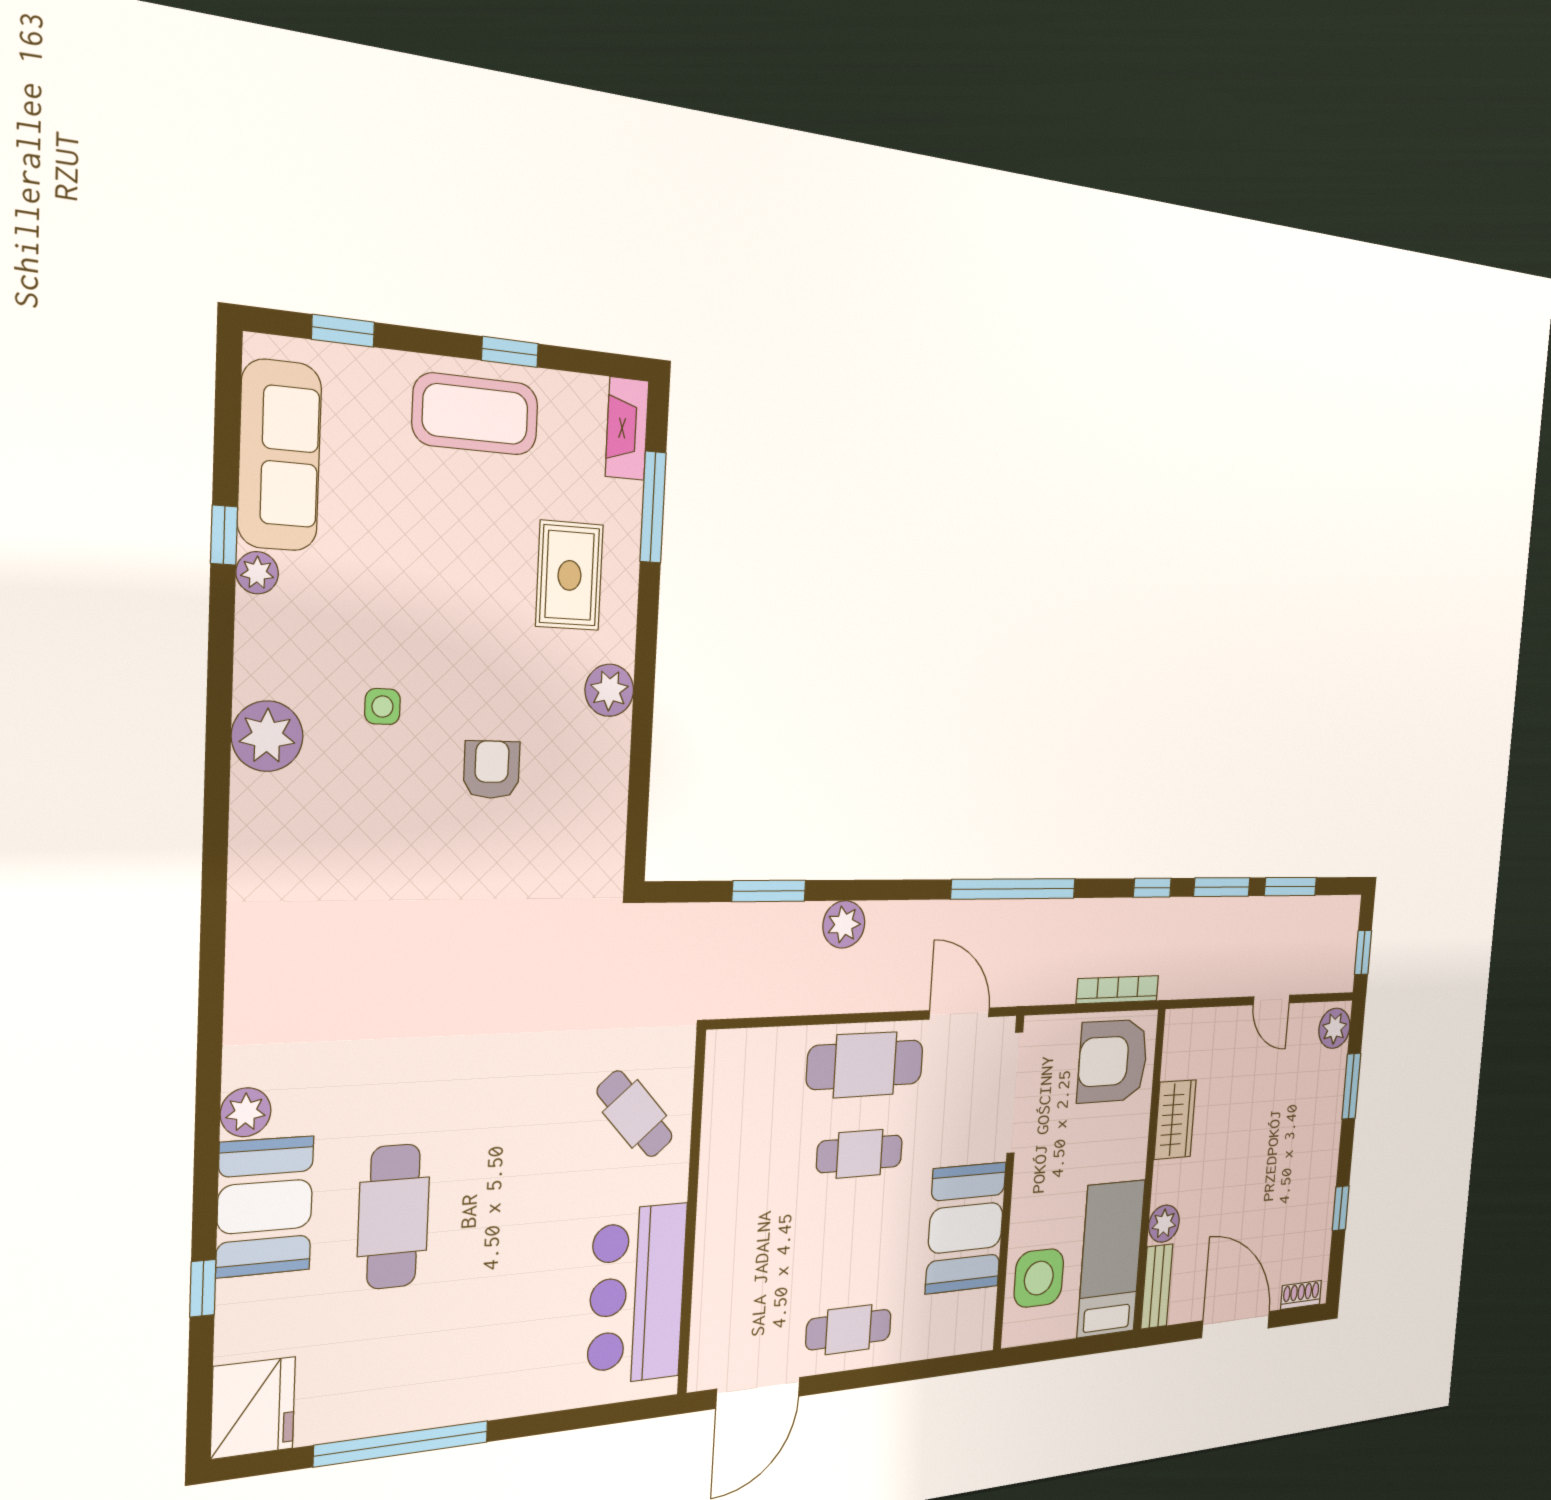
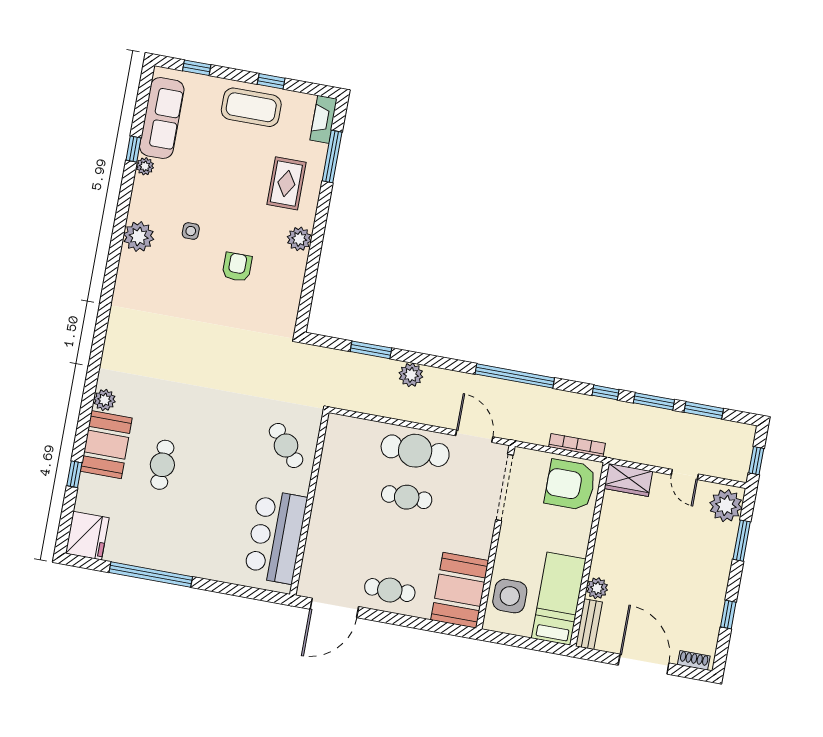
plant: (1334, 1028) -> (726, 506), width x1.36, depth x1.36
wardrobe: (1175, 1120) -> (628, 480), moved, turned 90
cafe table: (393, 1217) -> (162, 465), width x0.73, depth x0.74
booth: (966, 1228) -> (460, 590), moved

